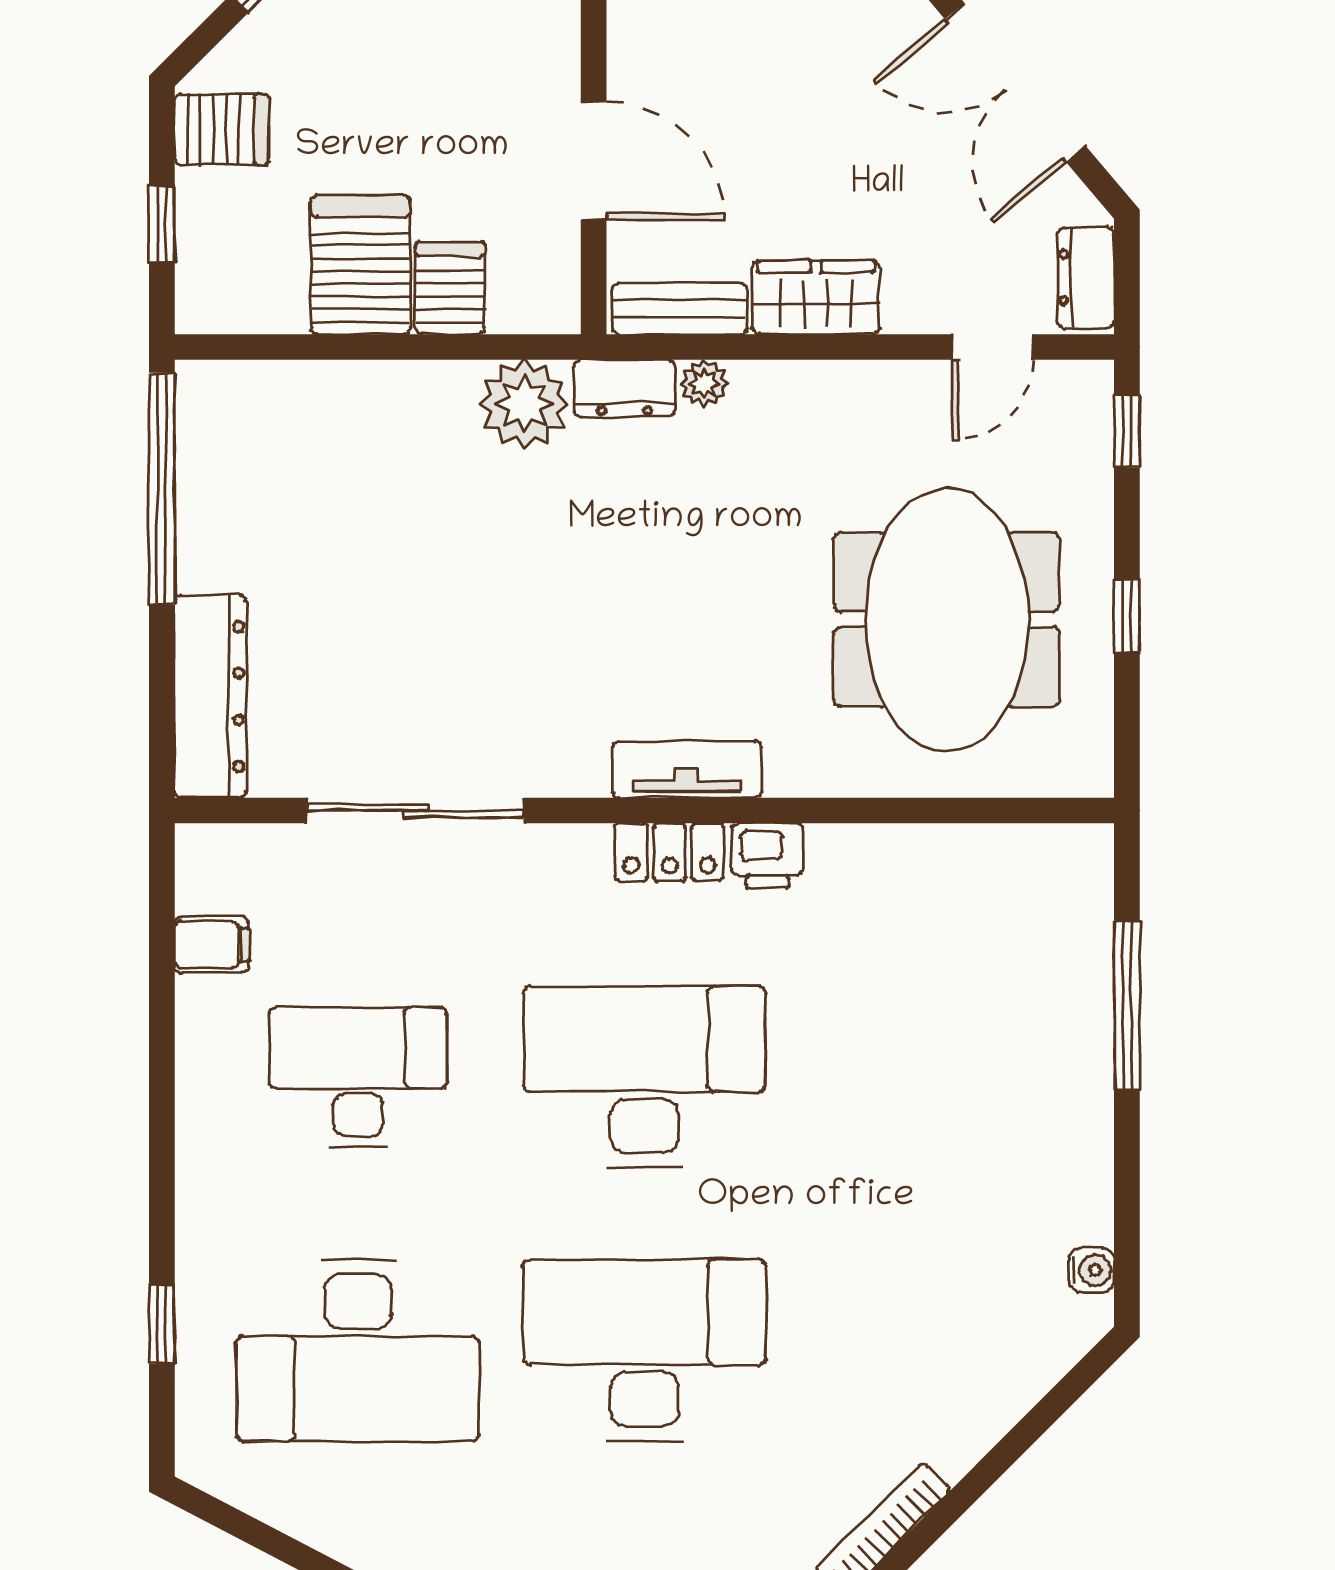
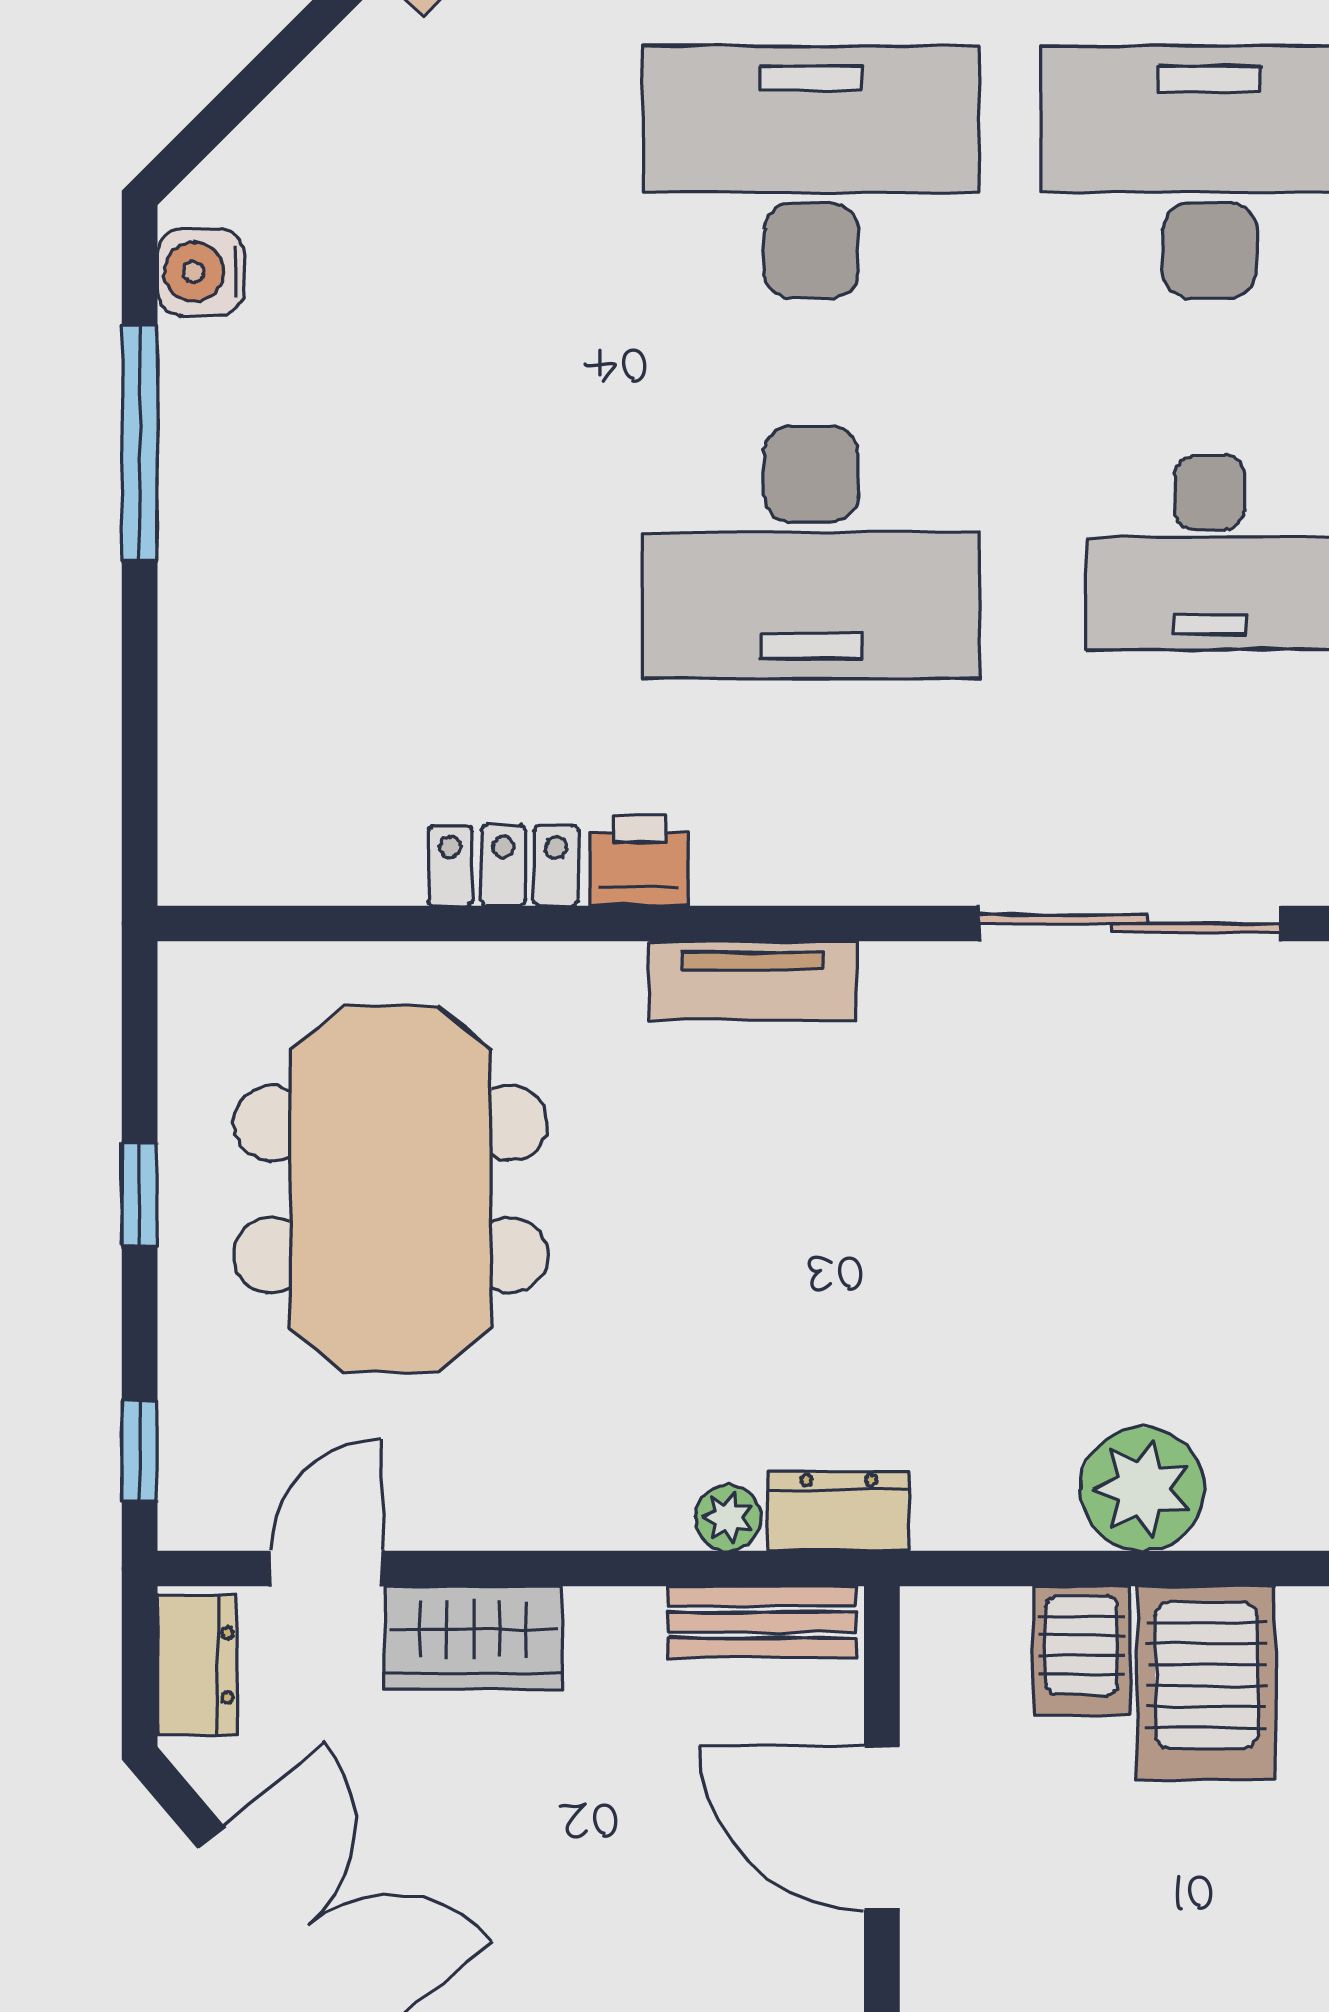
wardrobe: (816, 297) -> (473, 1637), moved
plant: (524, 404) -> (1142, 1489), moved
locker: (669, 852) -> (503, 866), moved
window: (1127, 1006) -> (140, 443), moved
water cooler: (1092, 1270) -> (201, 272), width x1.38, depth x1.38
desk: (644, 1350) -> (811, 172), turned 180

